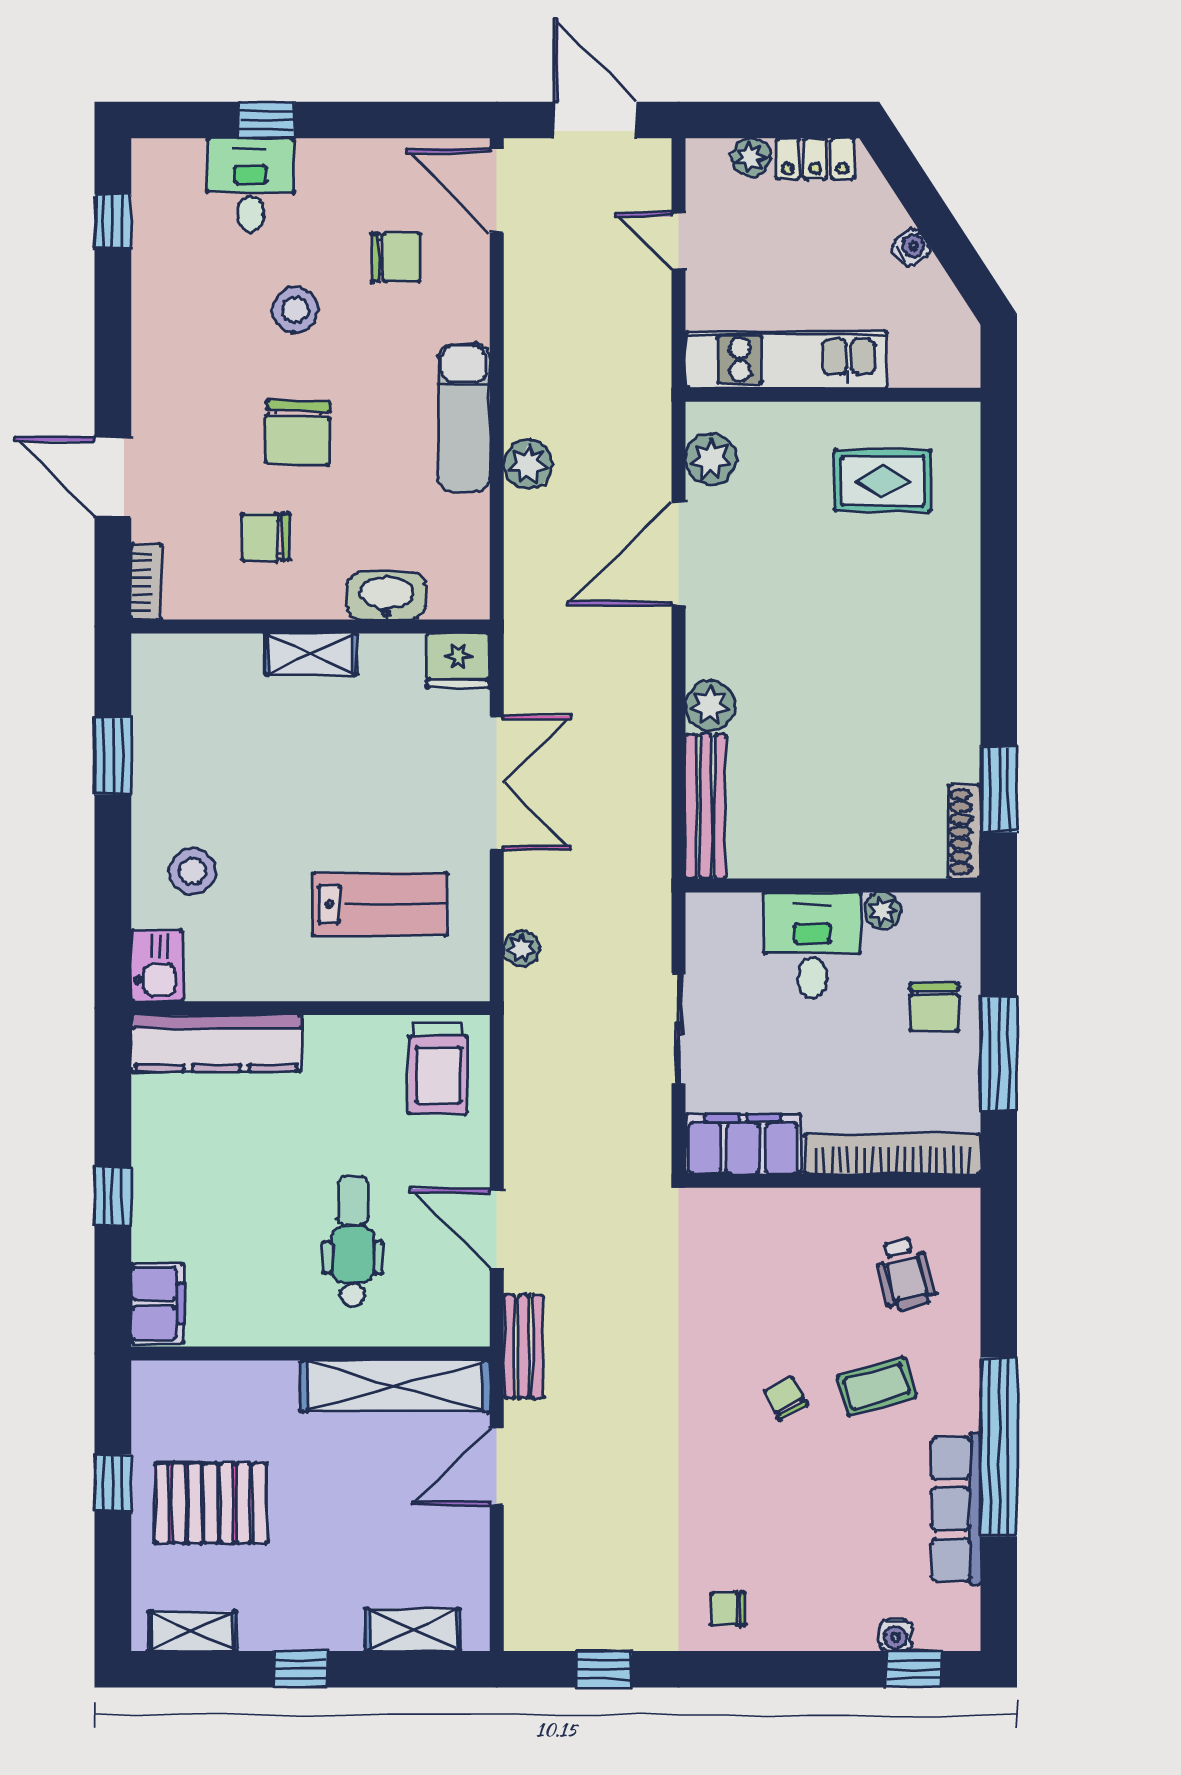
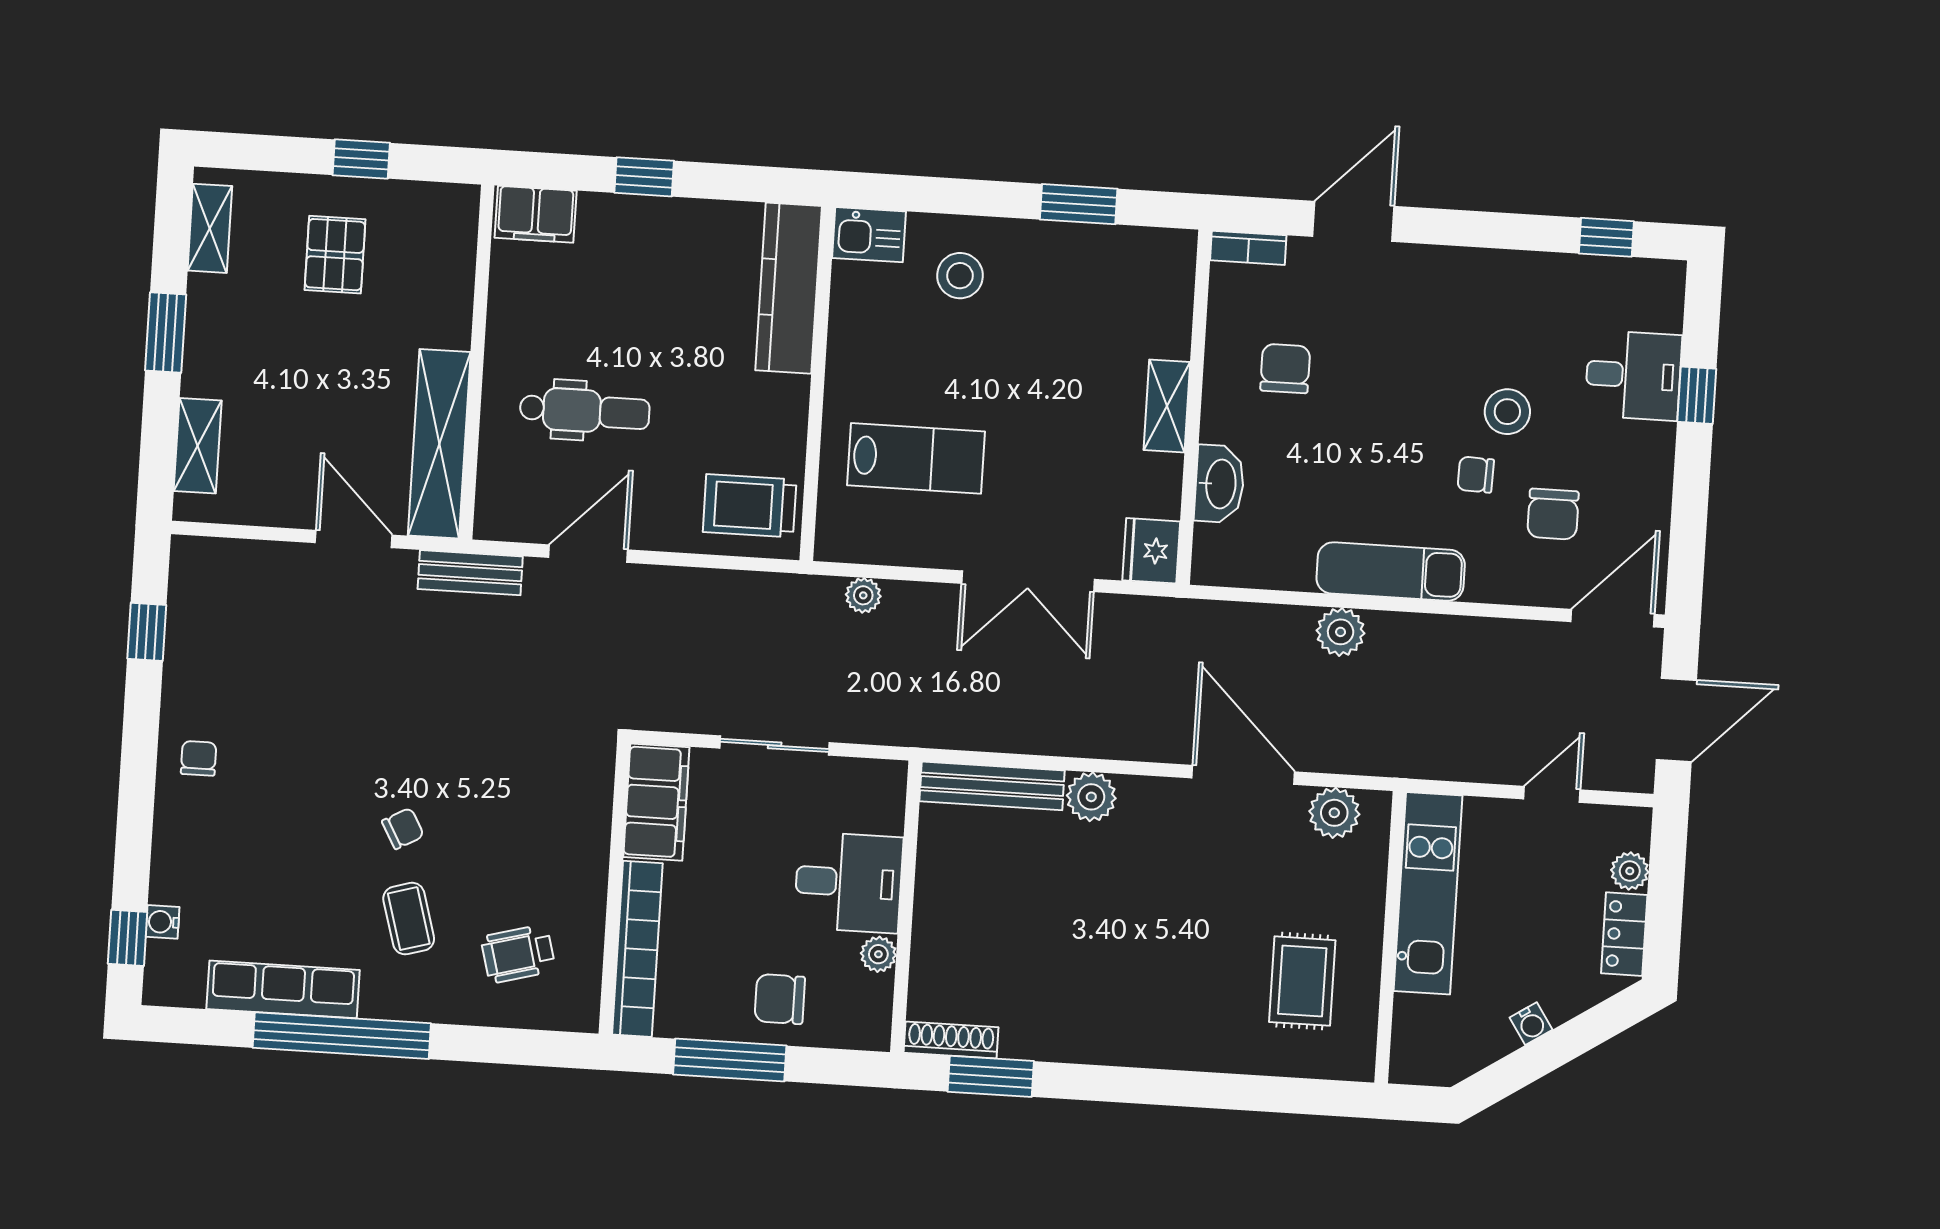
chair: (298, 432) -> (1476, 475), moved, width x0.54, depth x0.54
lab bench: (380, 904) -> (916, 458), turned -90
pallet: (211, 1503) -> (335, 255), width x0.67, depth x0.71
window: (300, 1669) -> (166, 332), width x1.50

